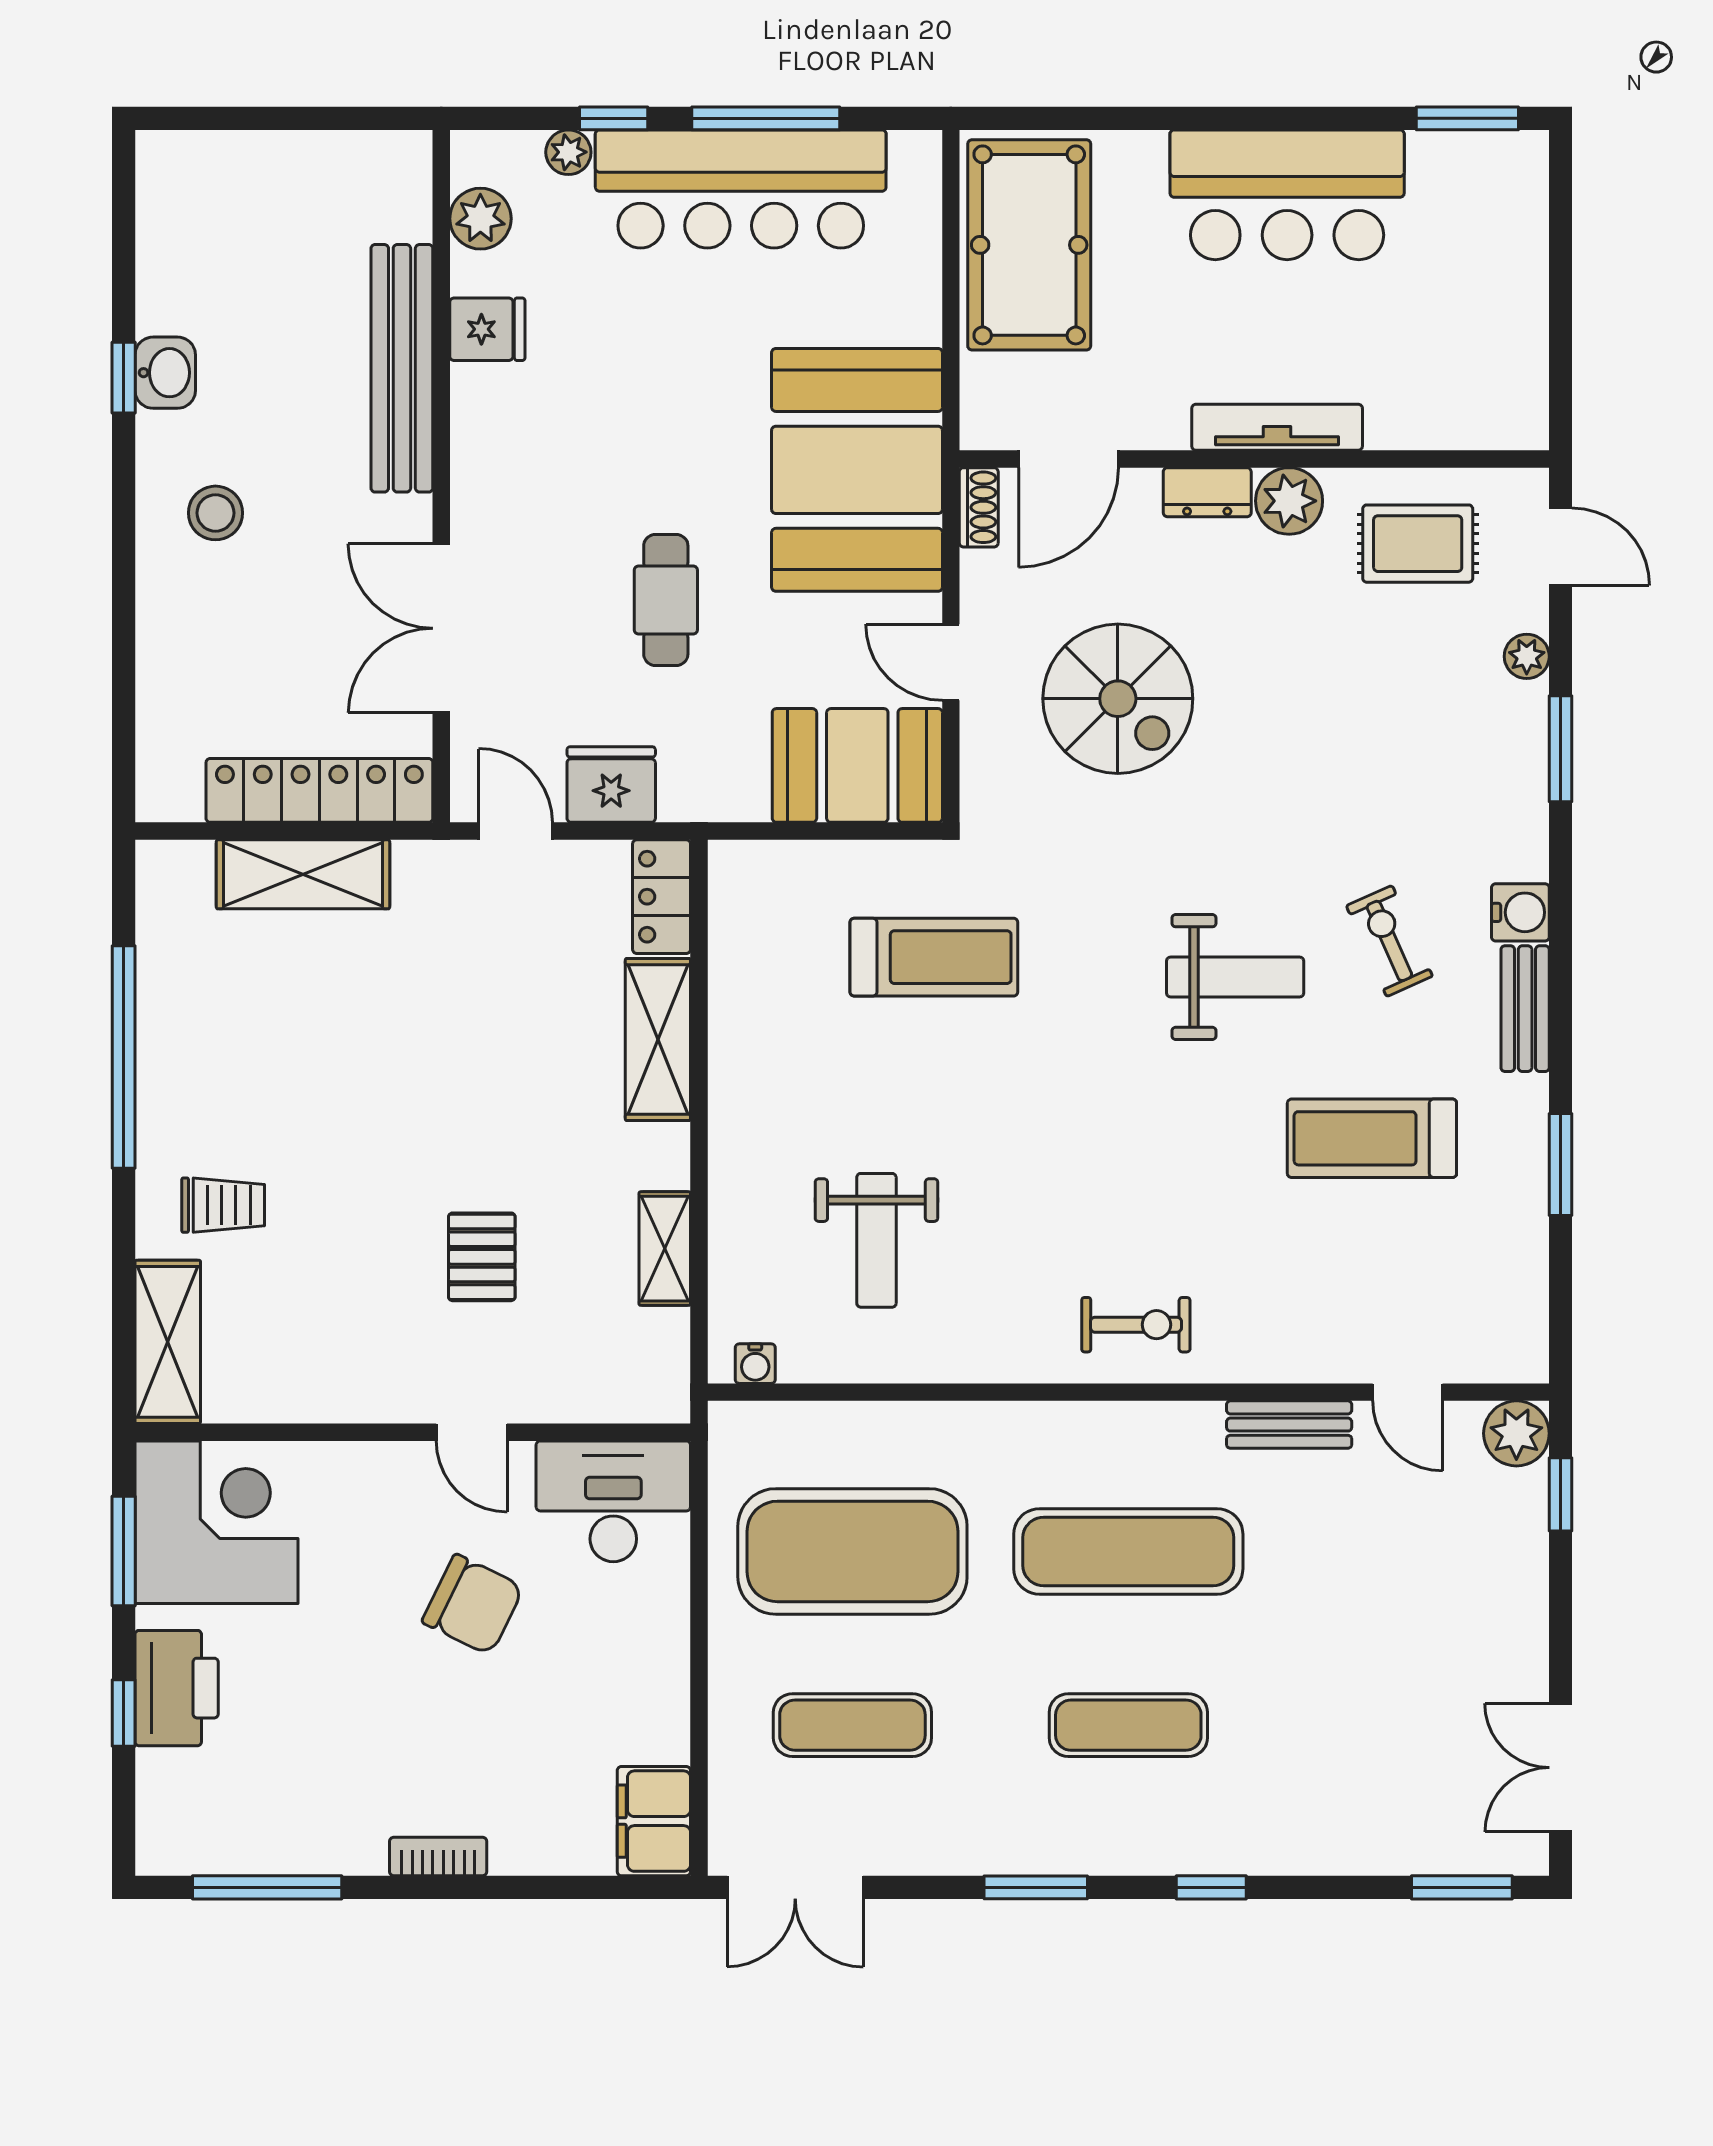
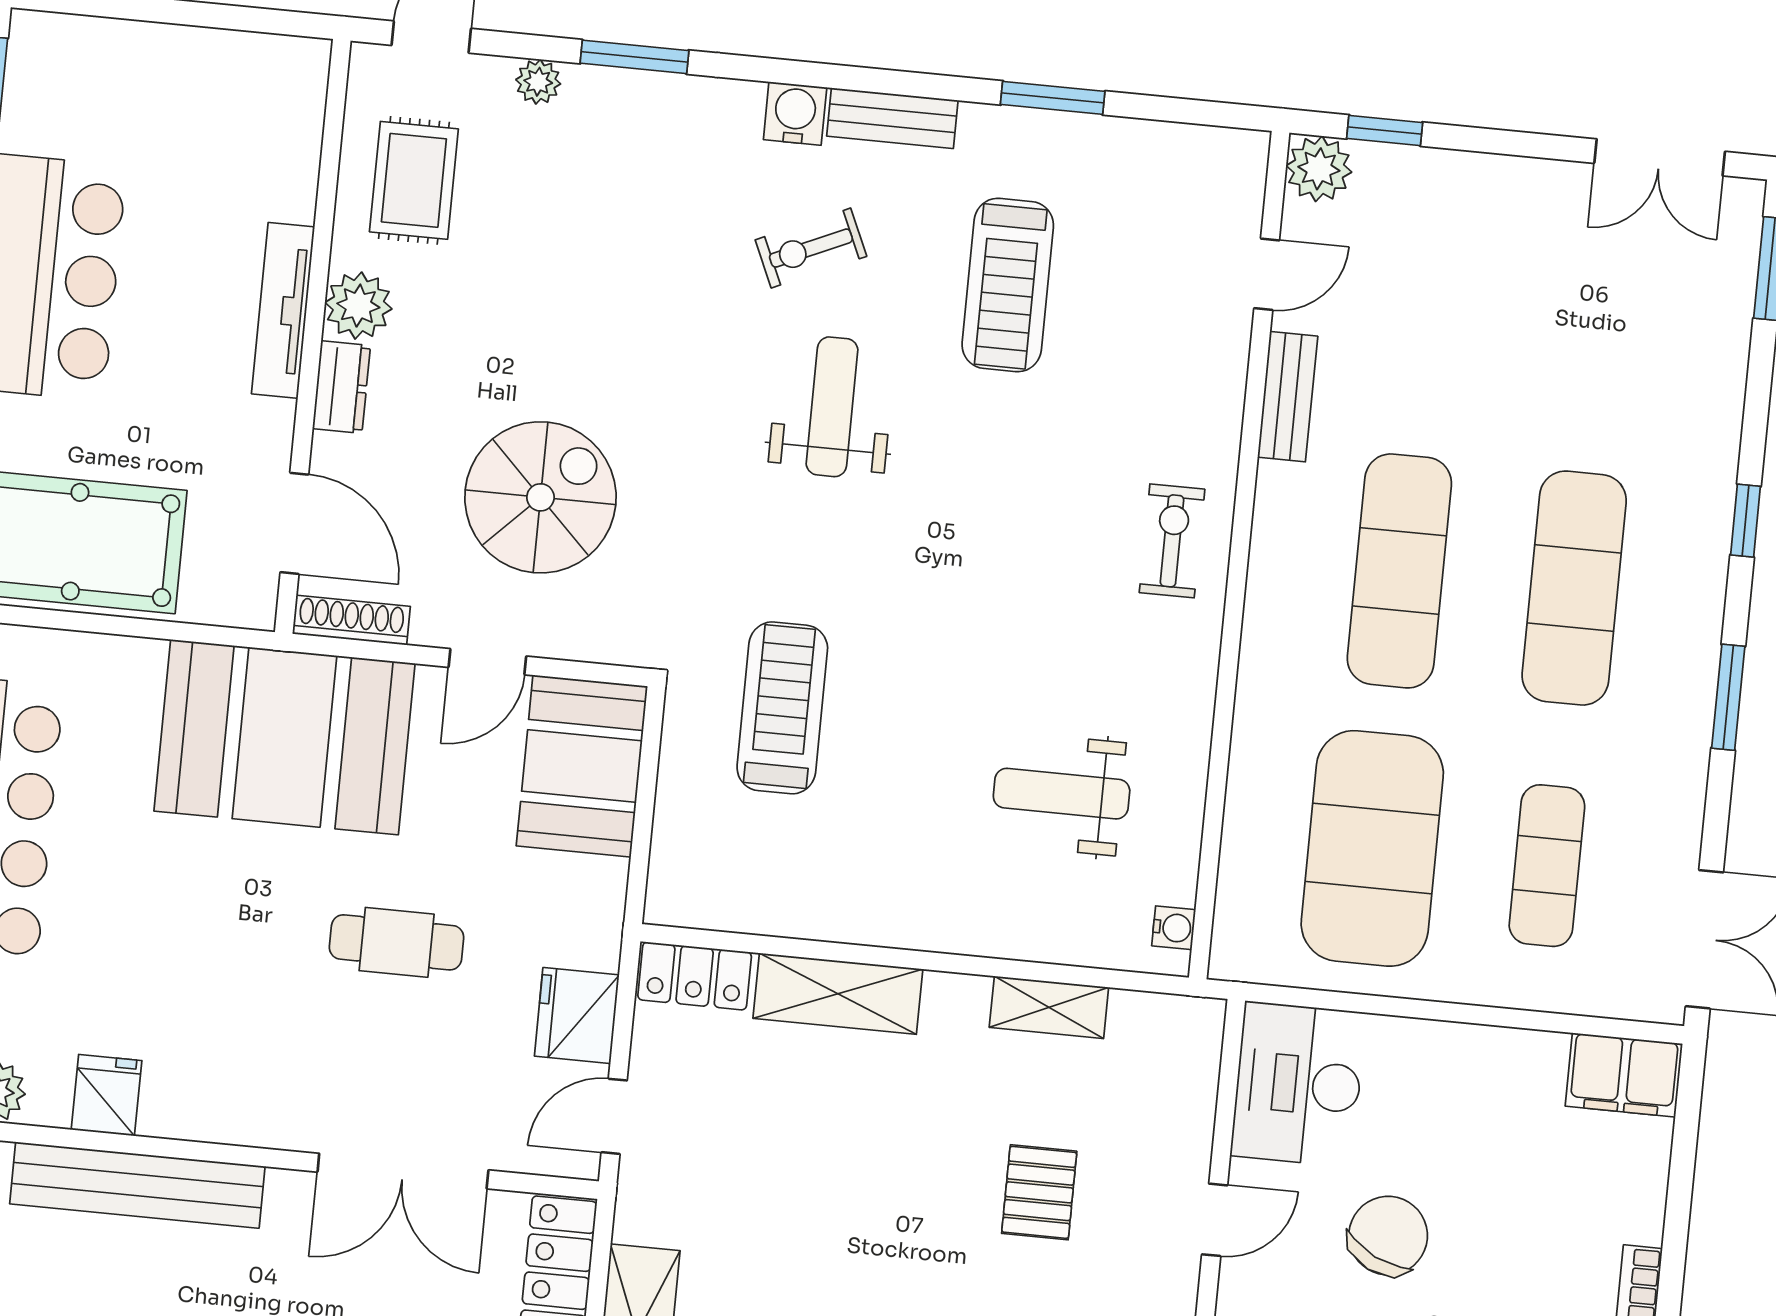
shoe rack: (979, 507) -> (351, 620), width x1.43
weight bench: (876, 1240) -> (1062, 794), turned 180
pallet: (482, 1257) -> (1039, 1192), turned 90
exercise mat: (1128, 1725) -> (1574, 588), width x1.36, depth x1.45

